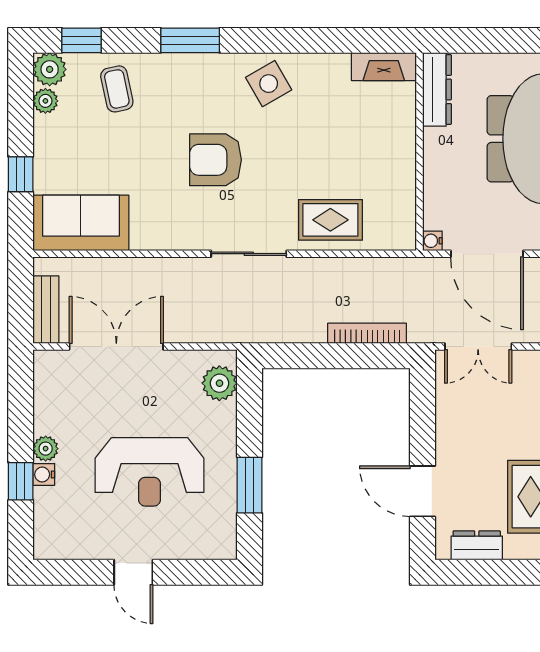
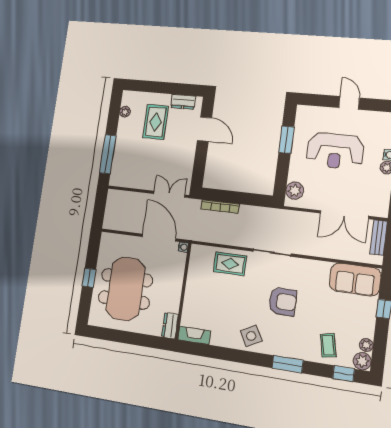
dresser: (437, 89) -> (170, 326), width x0.70
reception desk: (149, 472) -> (335, 151), turned 180

